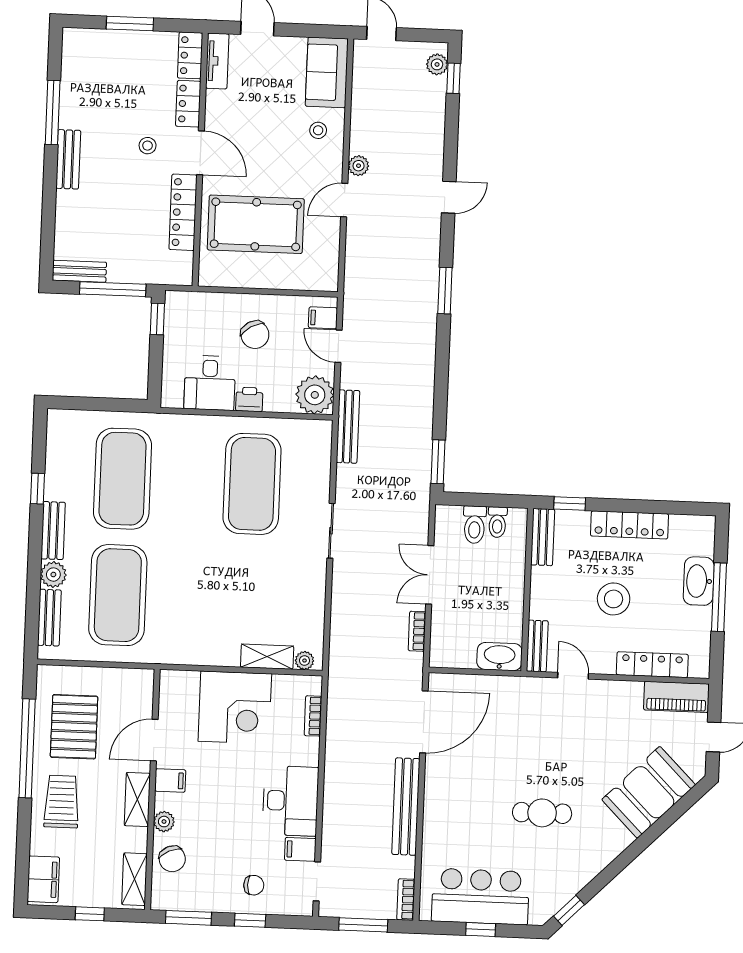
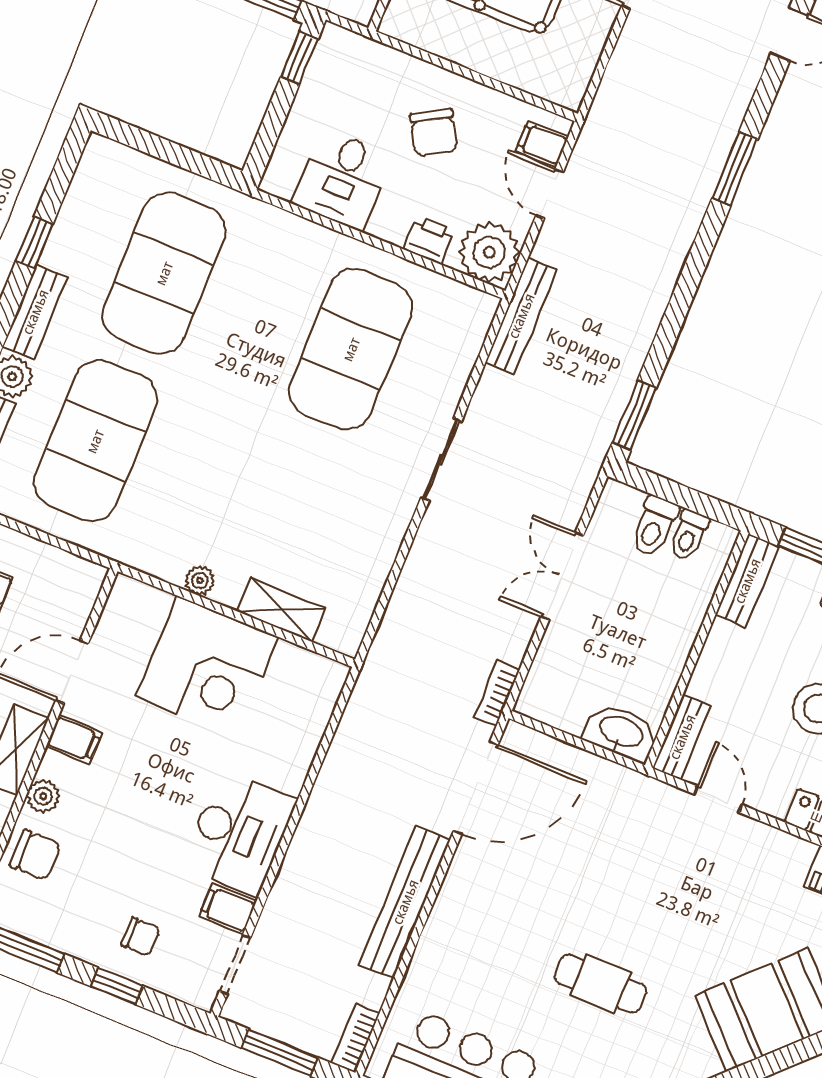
printer: (249, 399) -> (429, 240), moved
bookcase: (417, 631) -> (497, 693), moved
plant: (305, 661) -> (200, 580), moved
bookcase: (313, 716) -> (317, 721), removed
chair: (172, 859) -> (35, 855), turned -66

